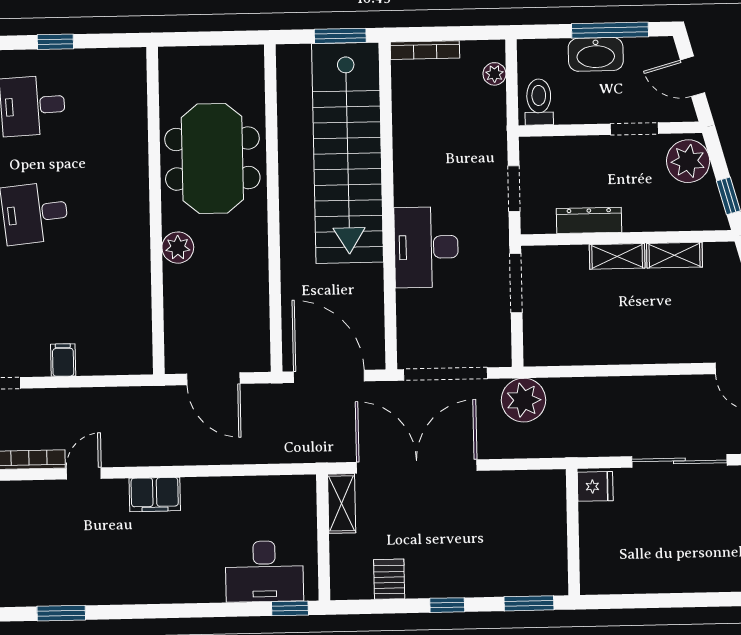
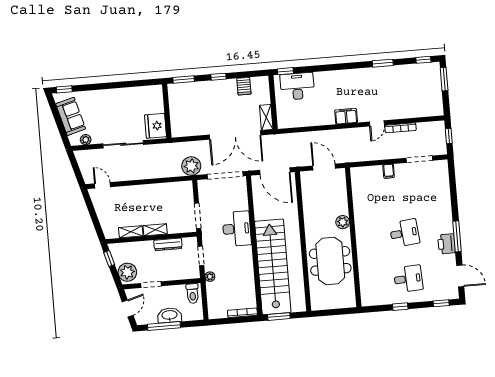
plant: (494, 74) -> (210, 277), moved
door: (693, 76) -> (128, 308), hinge flipped
fridge: (595, 486) -> (155, 126), width x1.88, depth x1.34

